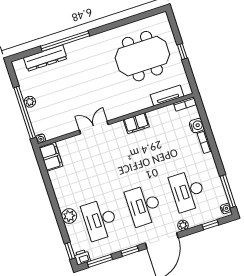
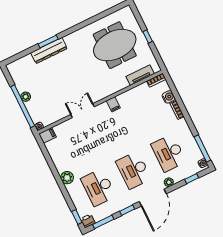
window: (65, 41) -> (48, 42), width x0.47
dresser: (45, 58) -> (49, 51), moved
filing cabinet: (136, 123) -> (113, 104), width x0.50
filing cabinet: (51, 157) -> (47, 135), width x0.50
plant: (69, 216) -> (67, 178), moved

